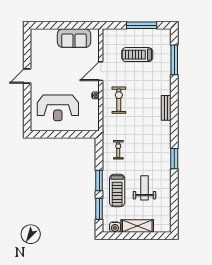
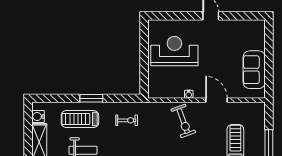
exercise bike: (119, 100) -> (183, 121), turned 70
reception desk: (58, 108) -> (174, 51), turned 90
window: (99, 209) -> (59, 98), removed

